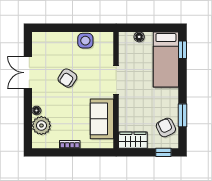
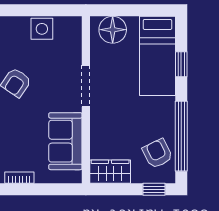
floor lamp: (139, 37) -> (113, 30), width x1.89, depth x1.89
window: (182, 50) -> (181, 64), moved
window: (182, 115) -> (181, 136), width x2.11

